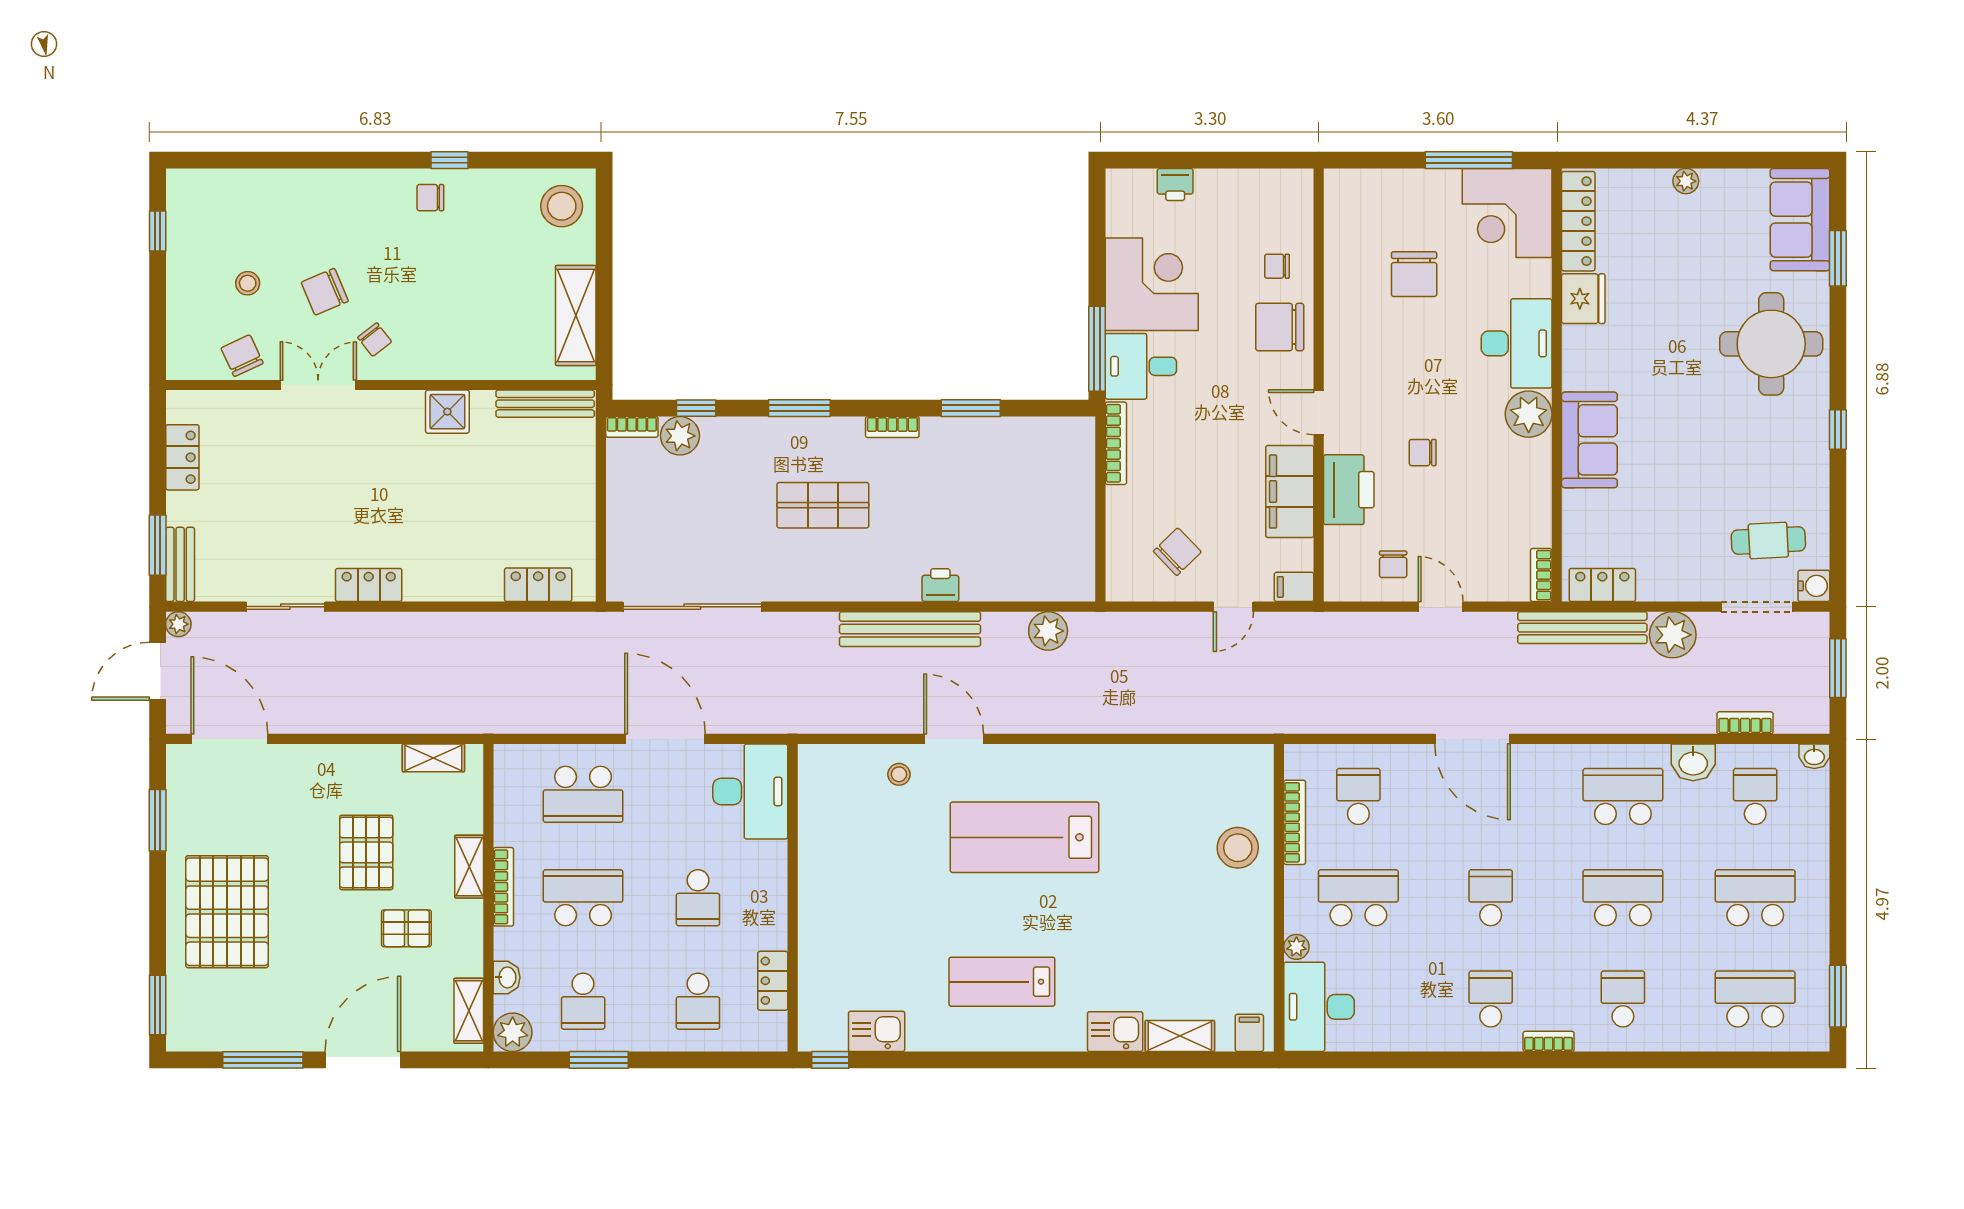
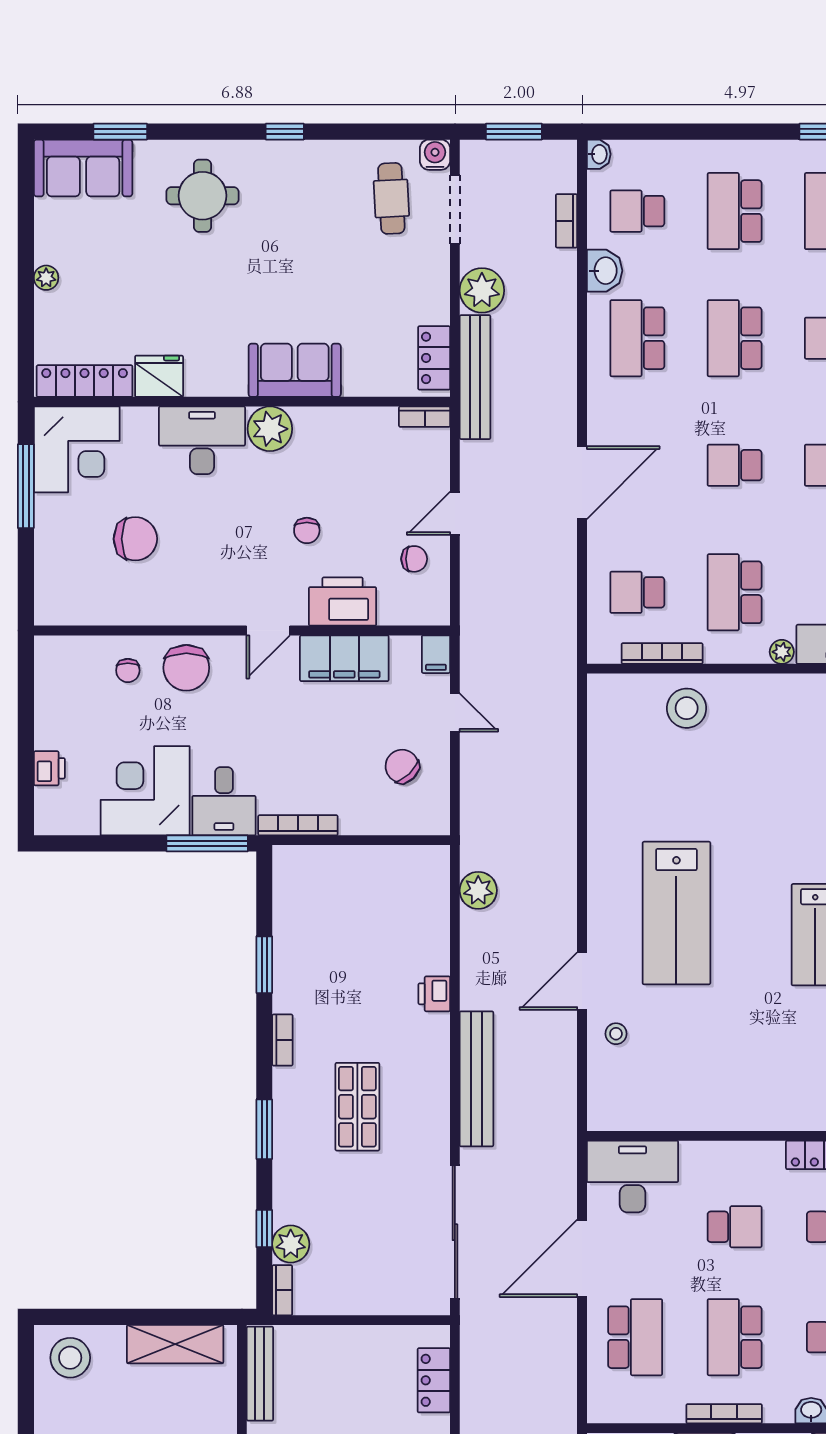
round table: (1771, 344) -> (202, 196), width x0.73, depth x0.73
bench: (910, 629) -> (476, 1079), moved

